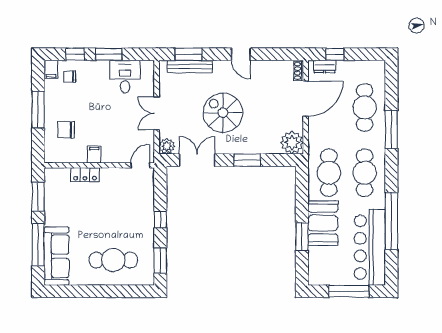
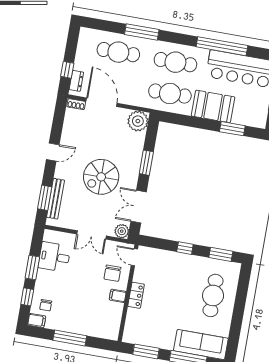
chair: (66, 130) -> (112, 273), moved
locker: (85, 175) -> (136, 295), moved
window: (302, 237) -> (232, 129), moved

